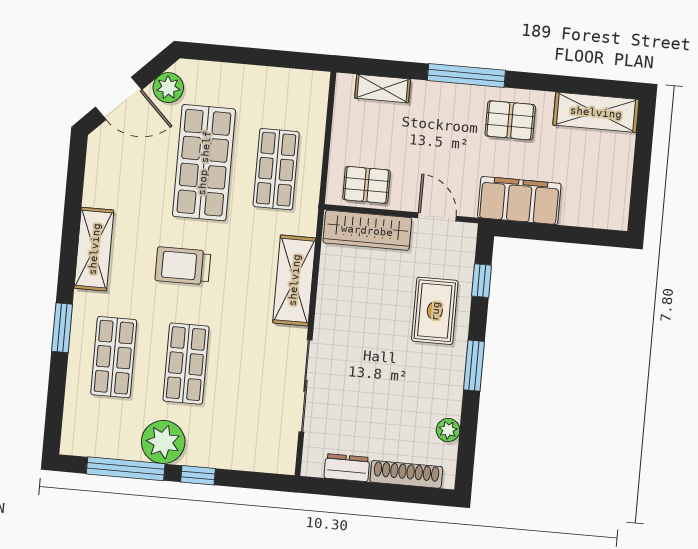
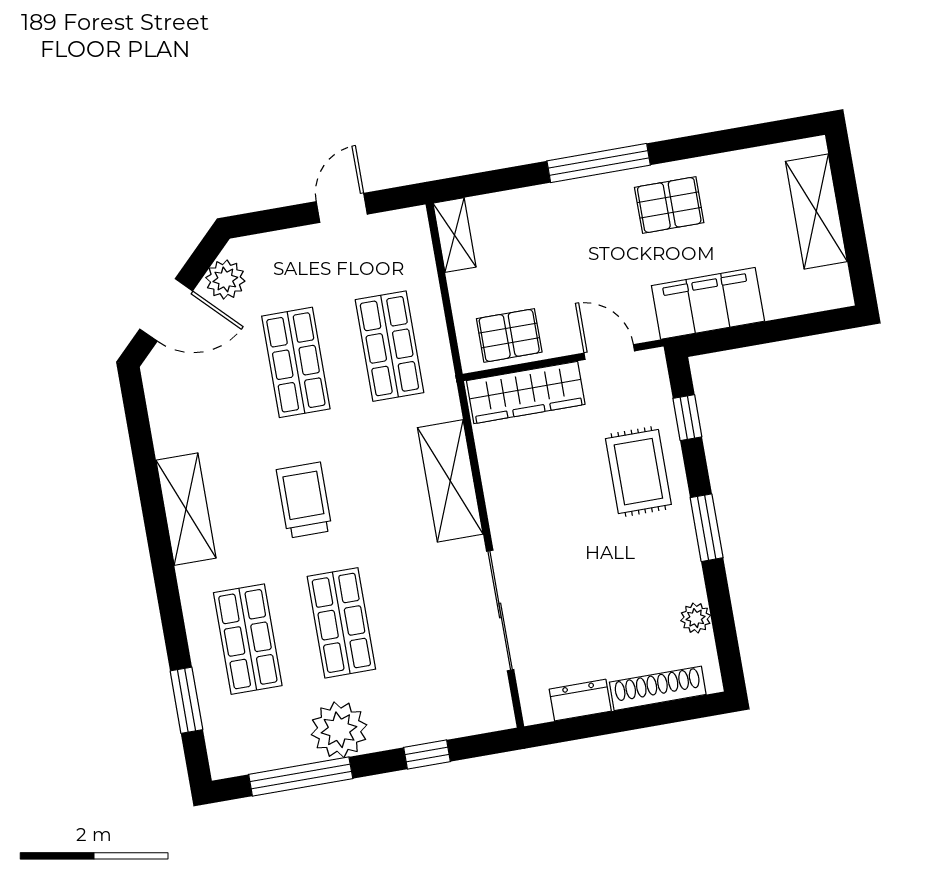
door: (268, 58) -> (342, 208), added
shelving: (383, 89) -> (454, 235), moved, turned 90
shelving: (596, 112) -> (816, 211), moved, turned 90
shop shelf: (204, 163) -> (296, 362), width x0.70, depth x0.74
trolley: (183, 266) -> (304, 500), turned 90
window: (62, 328) -> (186, 700), moved
window: (198, 475) -> (427, 754), moved

